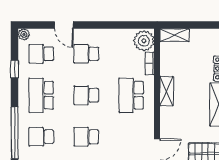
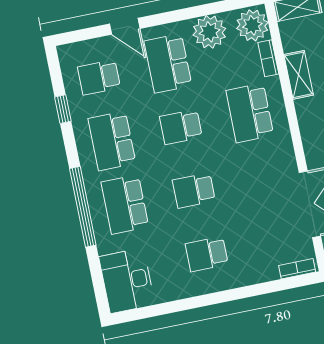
plant: (24, 34) -> (209, 32), moved, width x1.88, depth x1.88
school desk: (86, 54) -> (168, 63), width x1.85
shelving: (167, 91) -> (299, 75), moved
school desk: (41, 137) -> (125, 204), width x1.85

